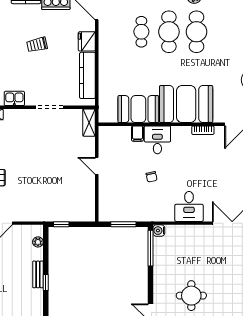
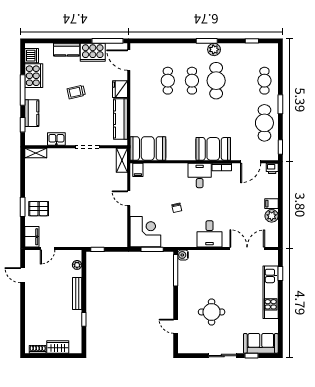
cafe table: (169, 32) -> (192, 81), width x0.73, depth x0.74
booth: (186, 104) -> (213, 149), width x0.73, depth x0.70
booth: (138, 109) -> (148, 148), moved
filing cabinet: (137, 134) -> (138, 170), moved
desk: (157, 140) -> (200, 175), moved
corner desk: (116, 204) -> (145, 232), added
bench: (38, 274) -> (77, 293), width x1.36
window: (46, 282) -> (84, 319), moved

